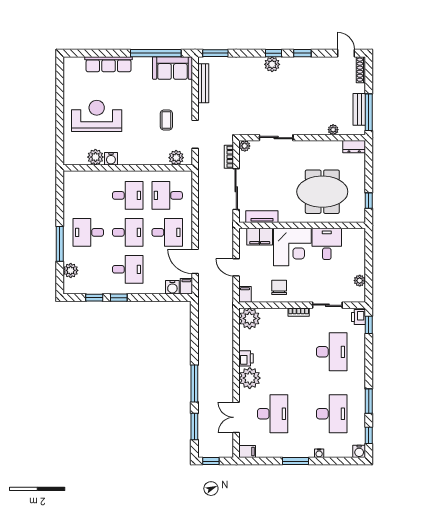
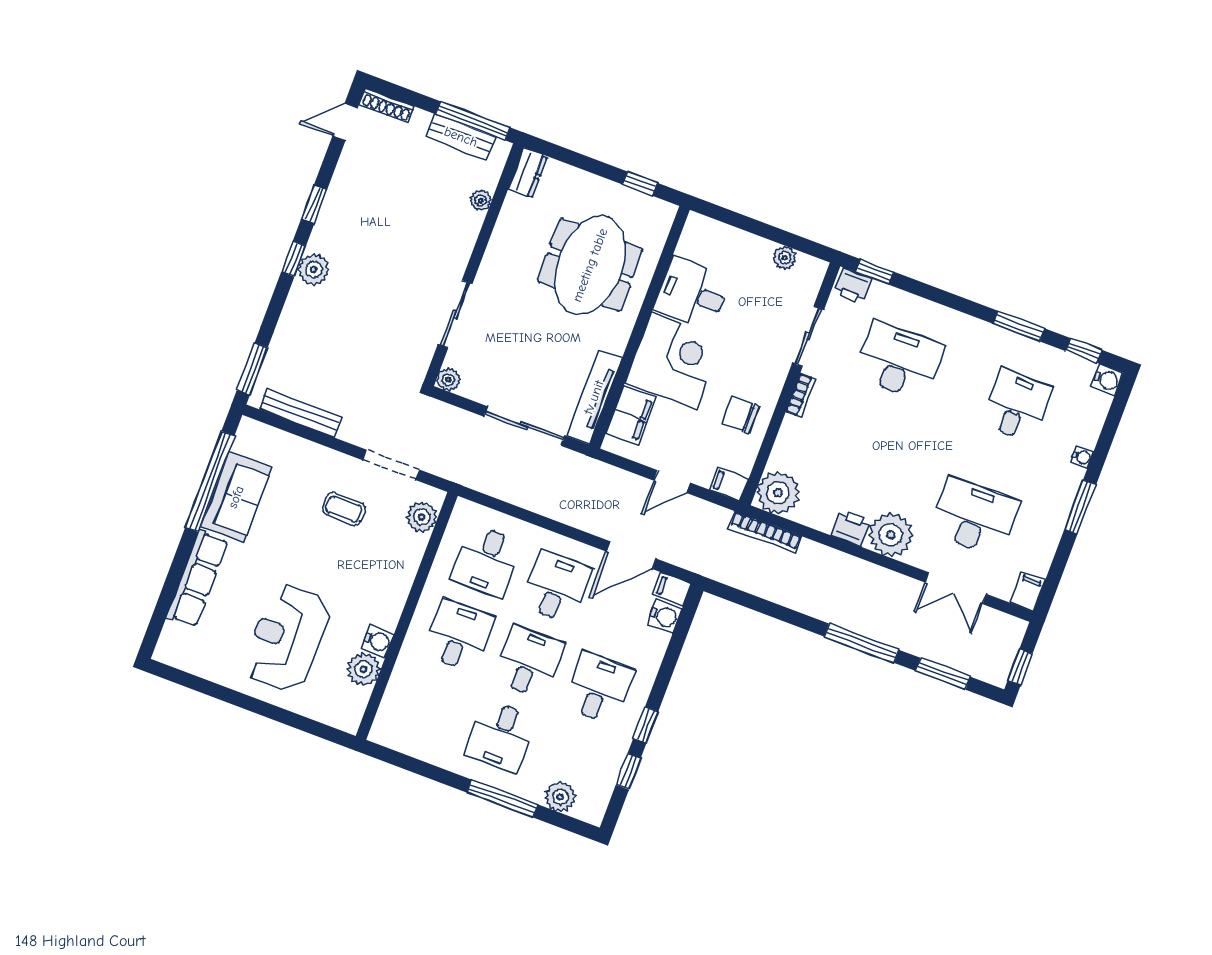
sofa: (172, 68) -> (236, 497), moved
bookcase: (229, 157) -> (765, 532), moved, width x1.56
tv unit: (262, 217) -> (594, 397), width x1.41
desk: (332, 414) -> (1016, 405), width x0.73

